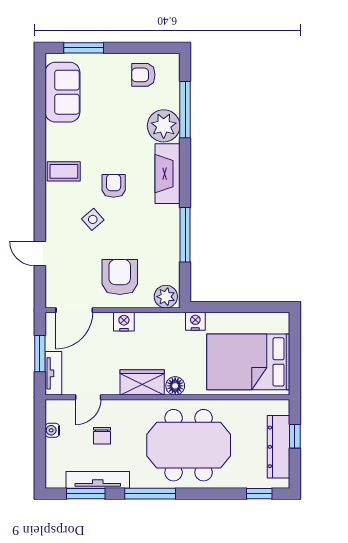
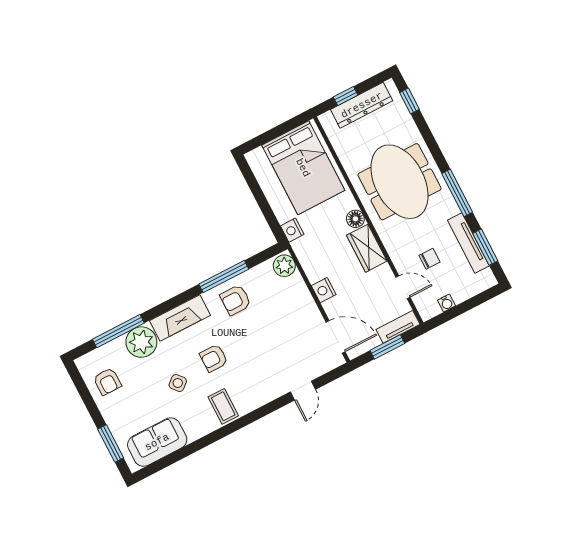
side table: (93, 219) -> (178, 383), moved
armchair: (120, 277) -> (236, 300), moved, width x0.72, depth x0.72

